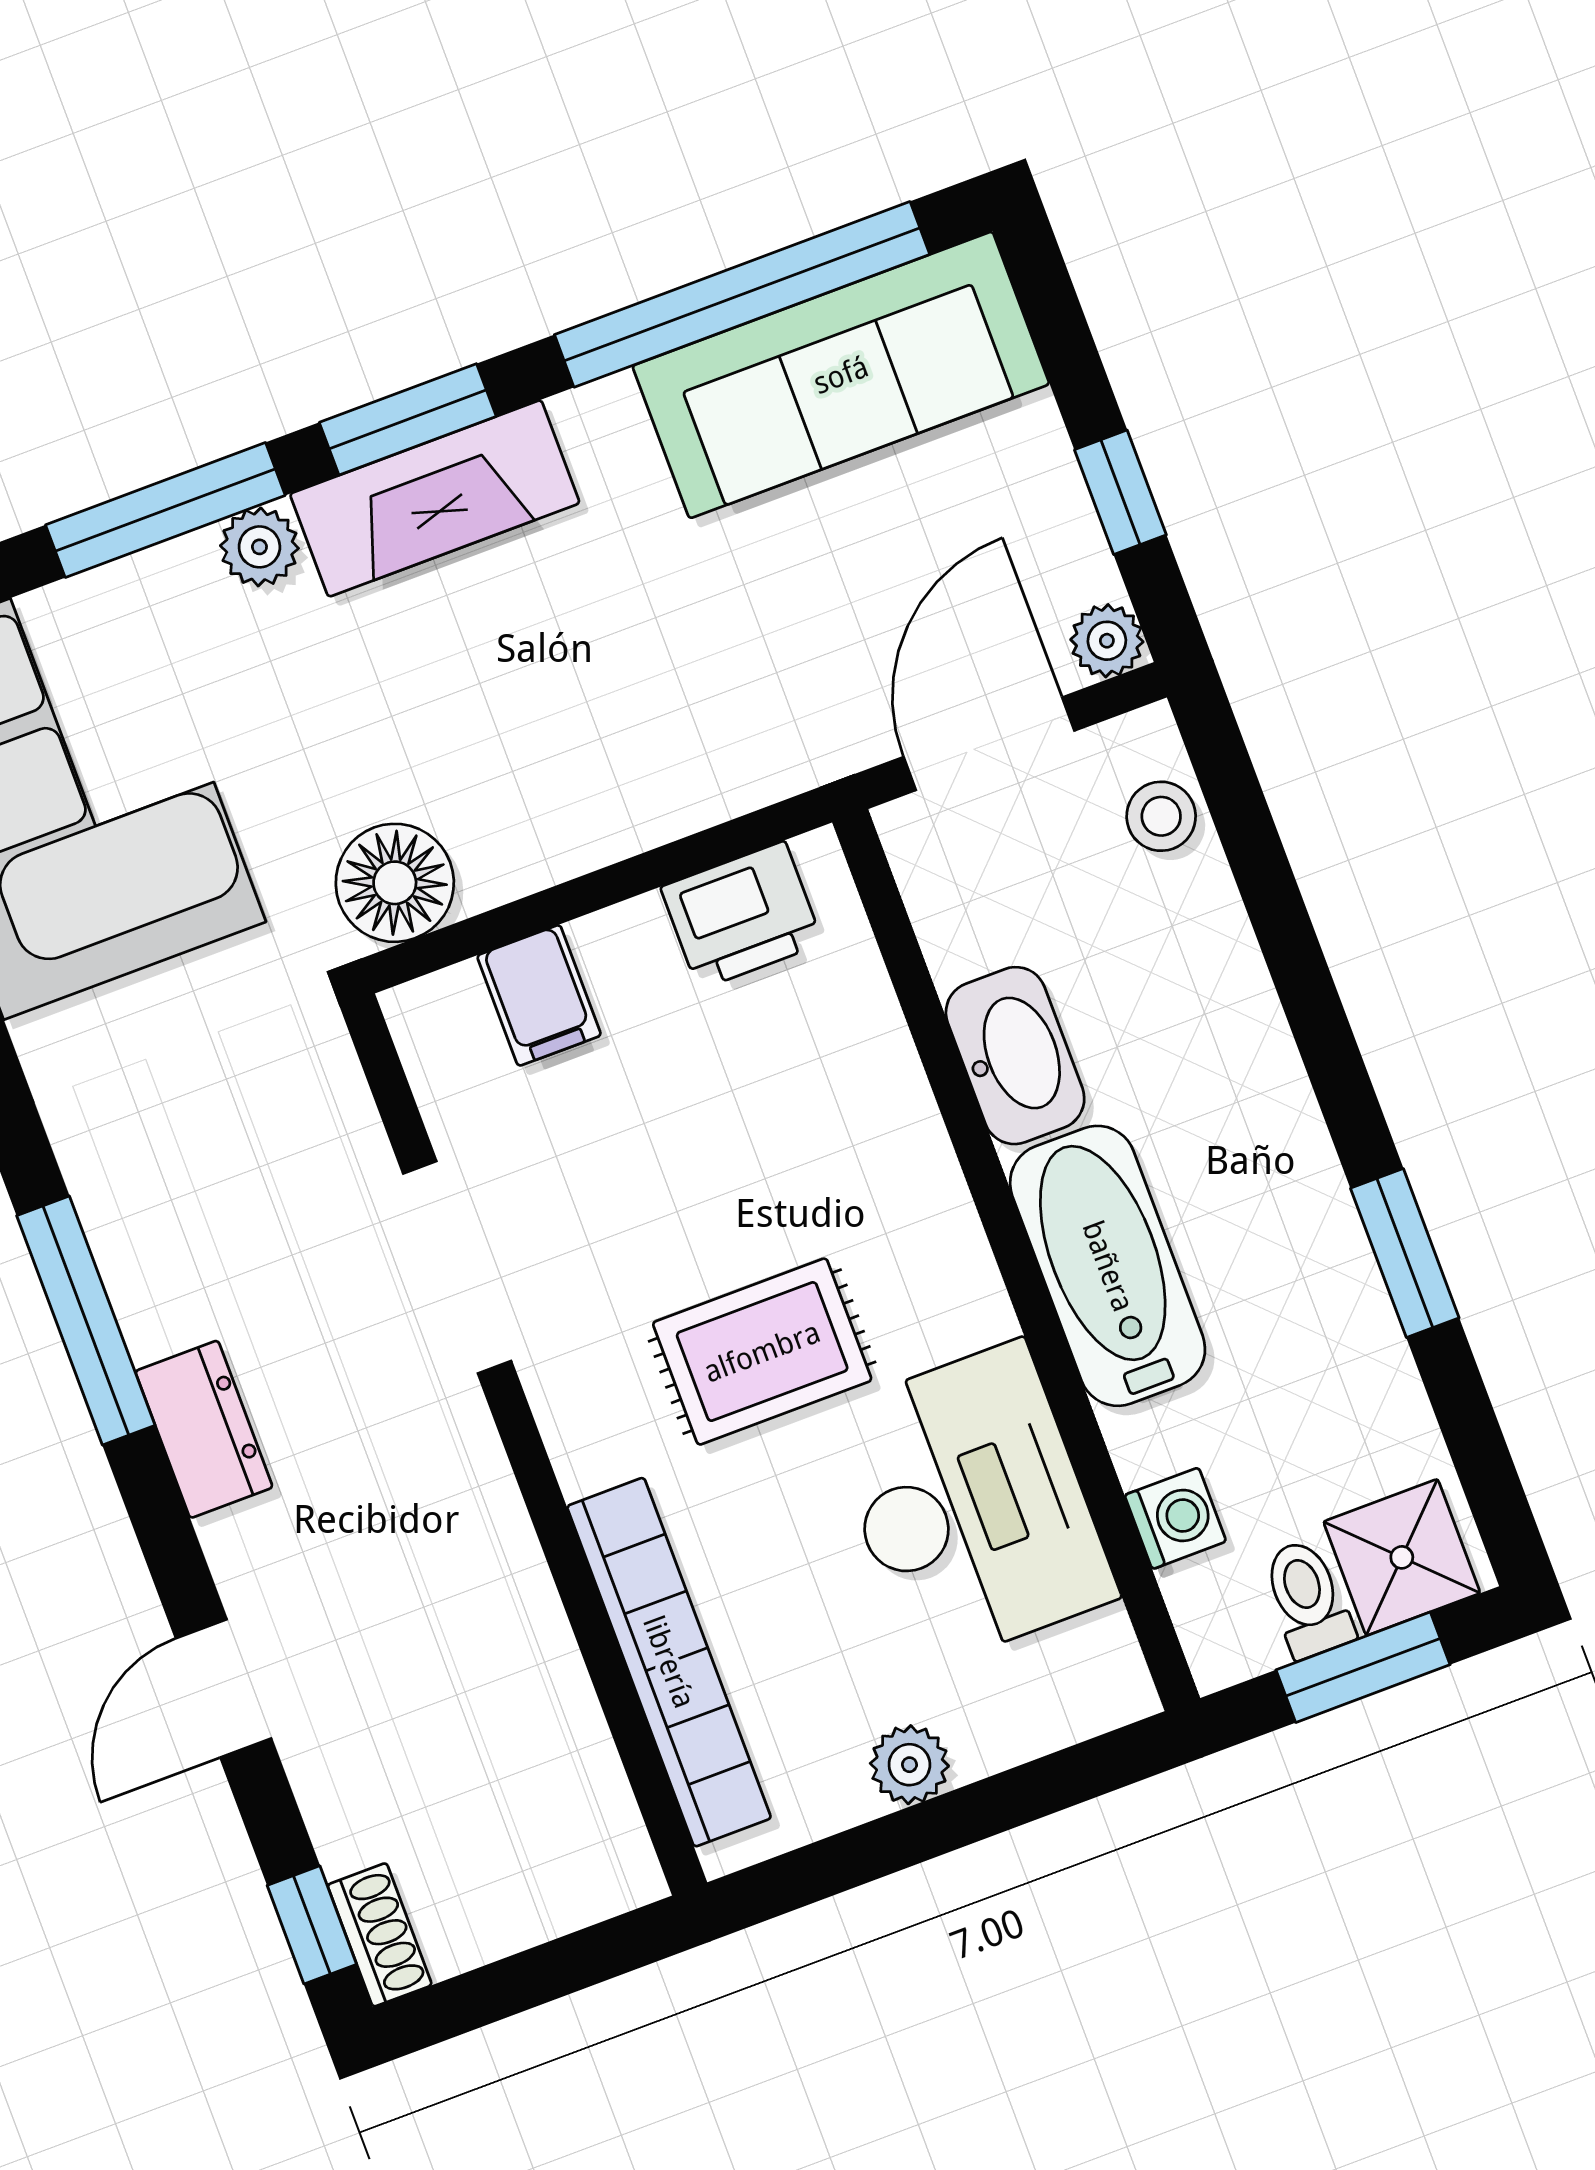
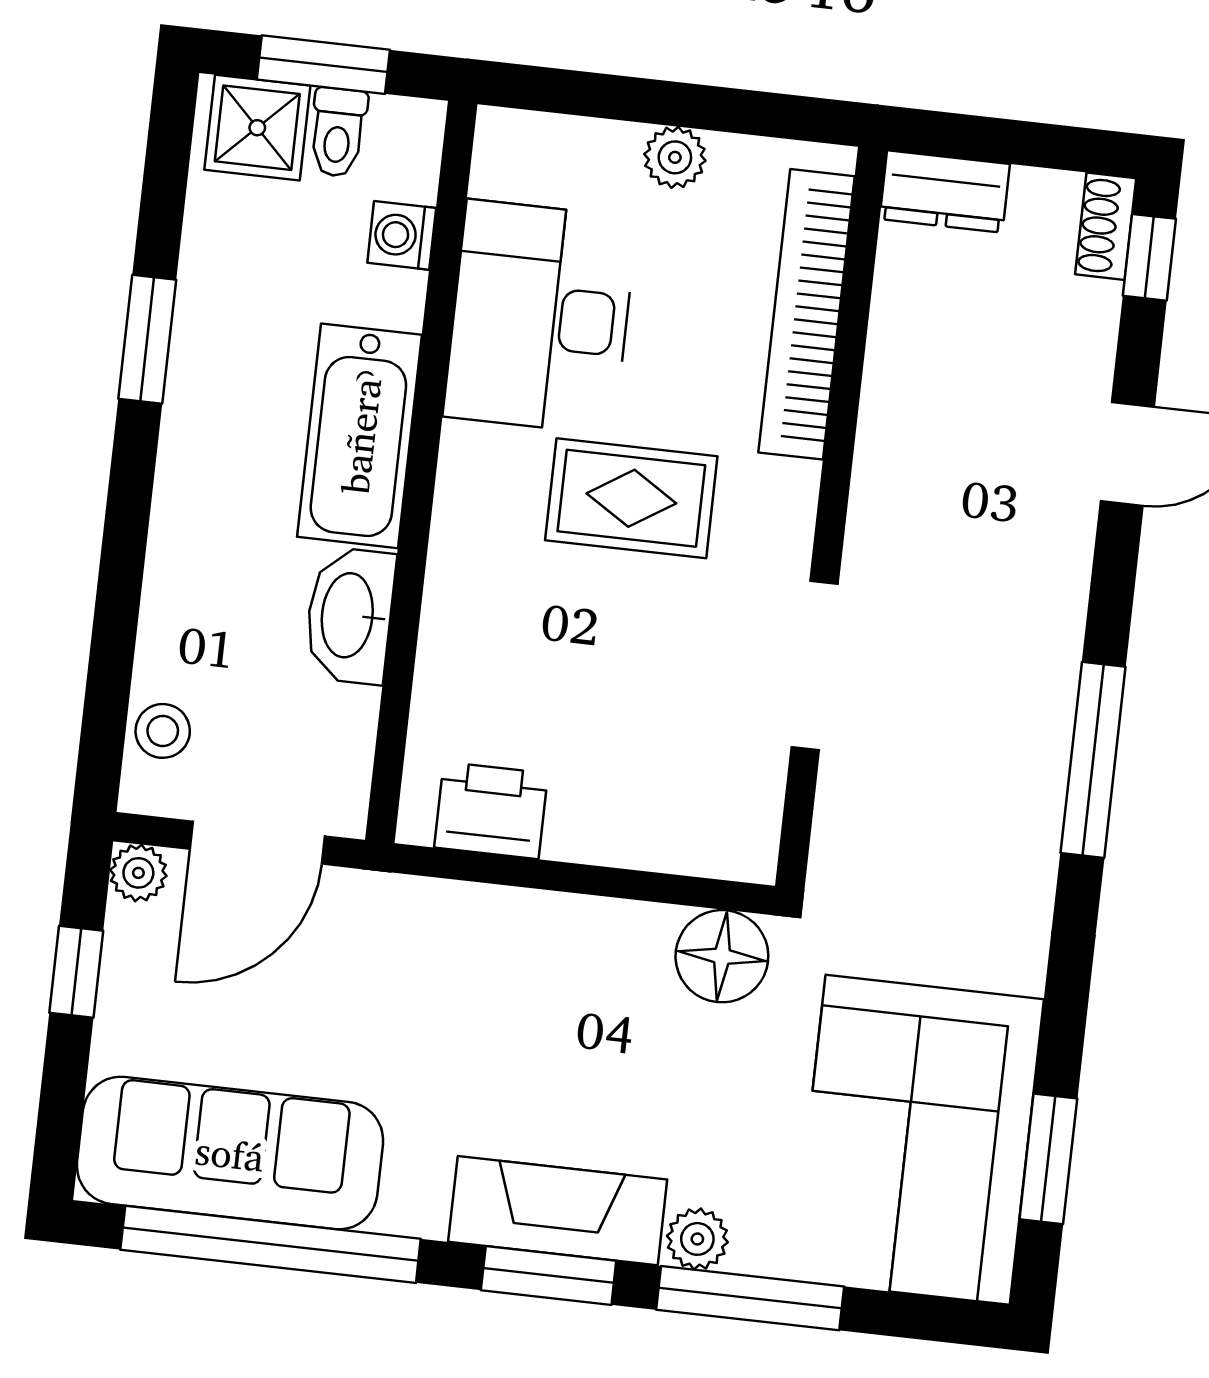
filing cabinet: (539, 995) -> (661, 826), removed
dresser: (204, 1429) -> (945, 192), moved, turned -90

